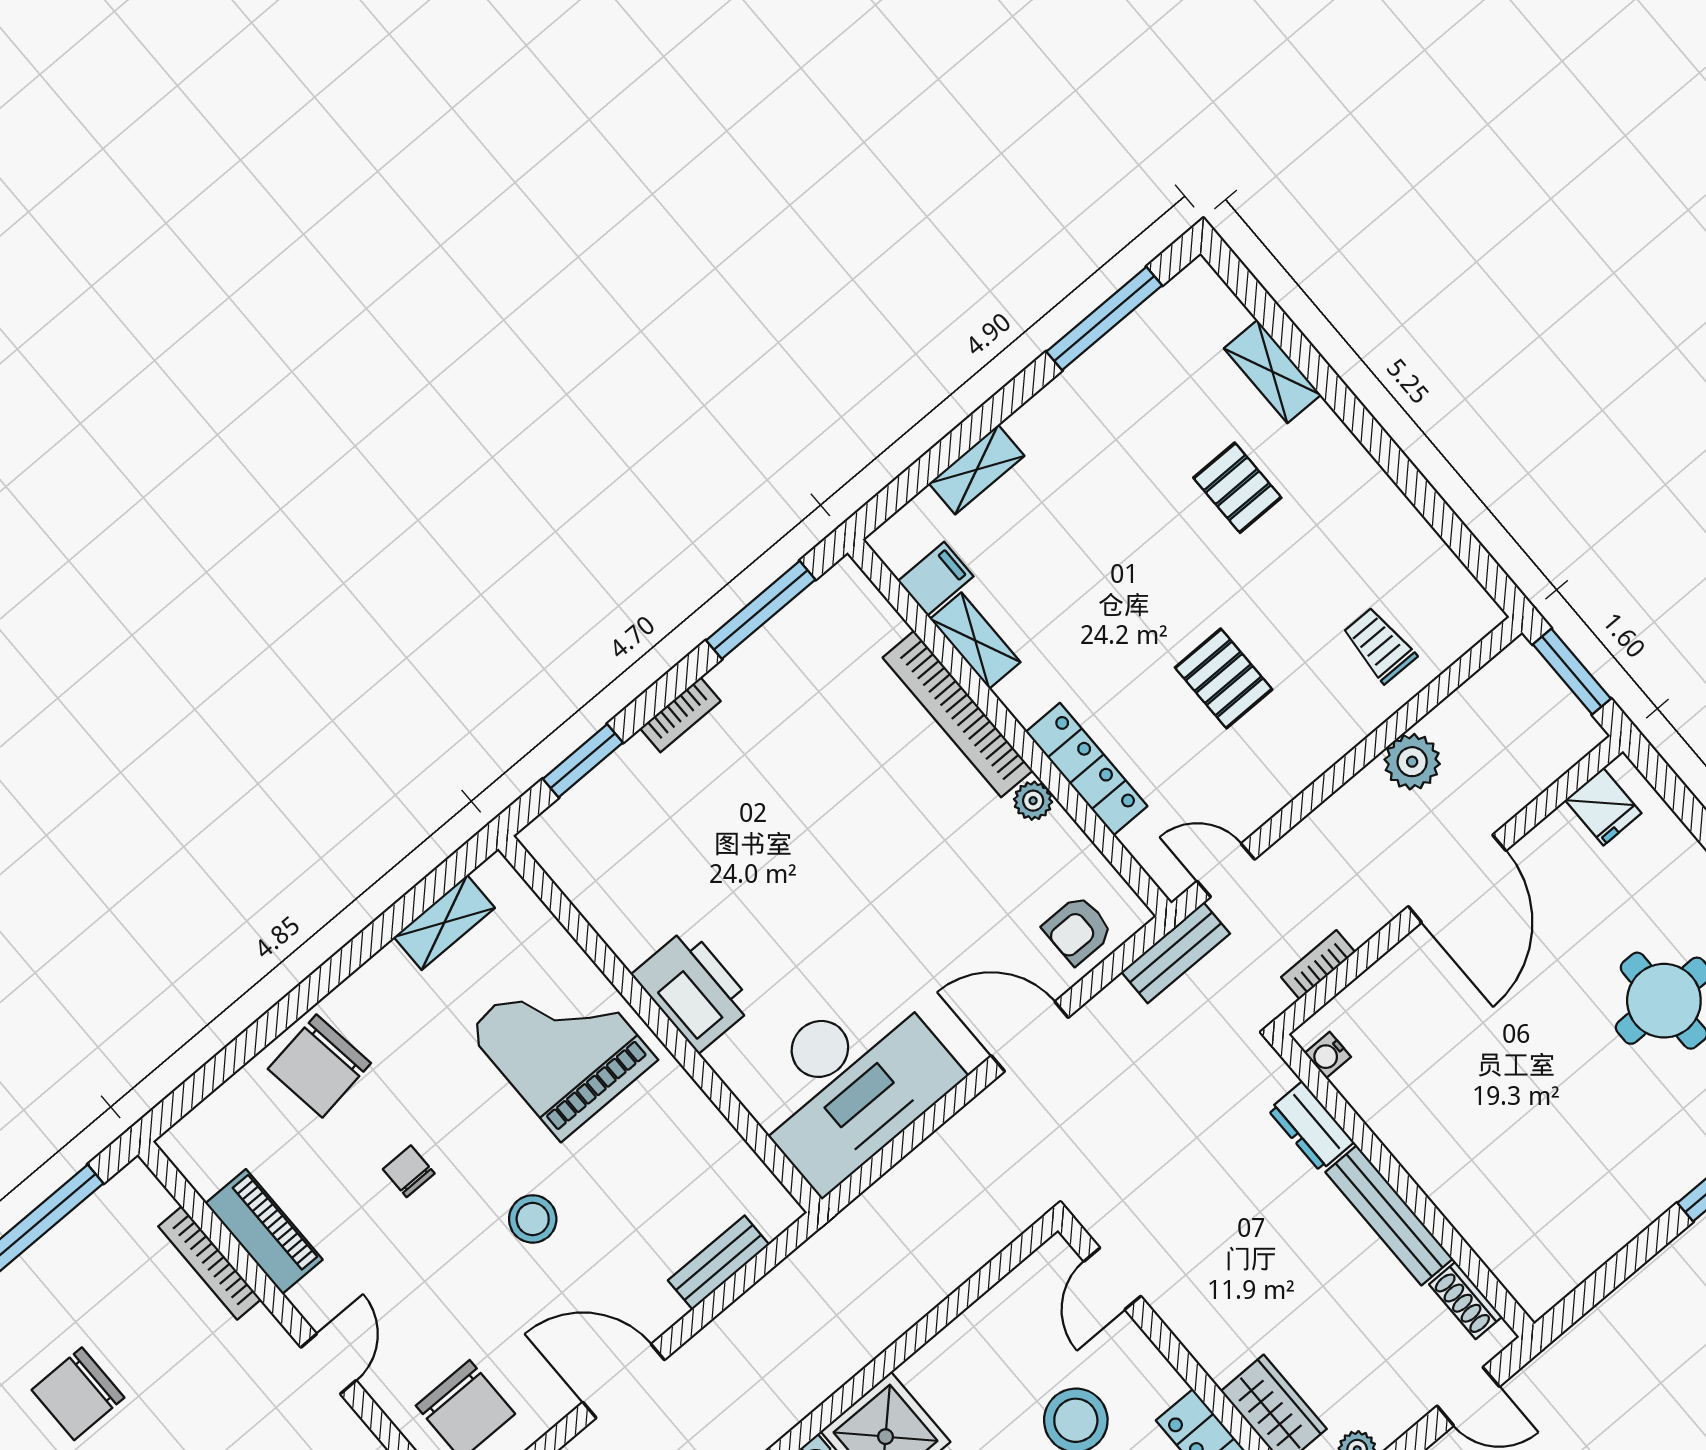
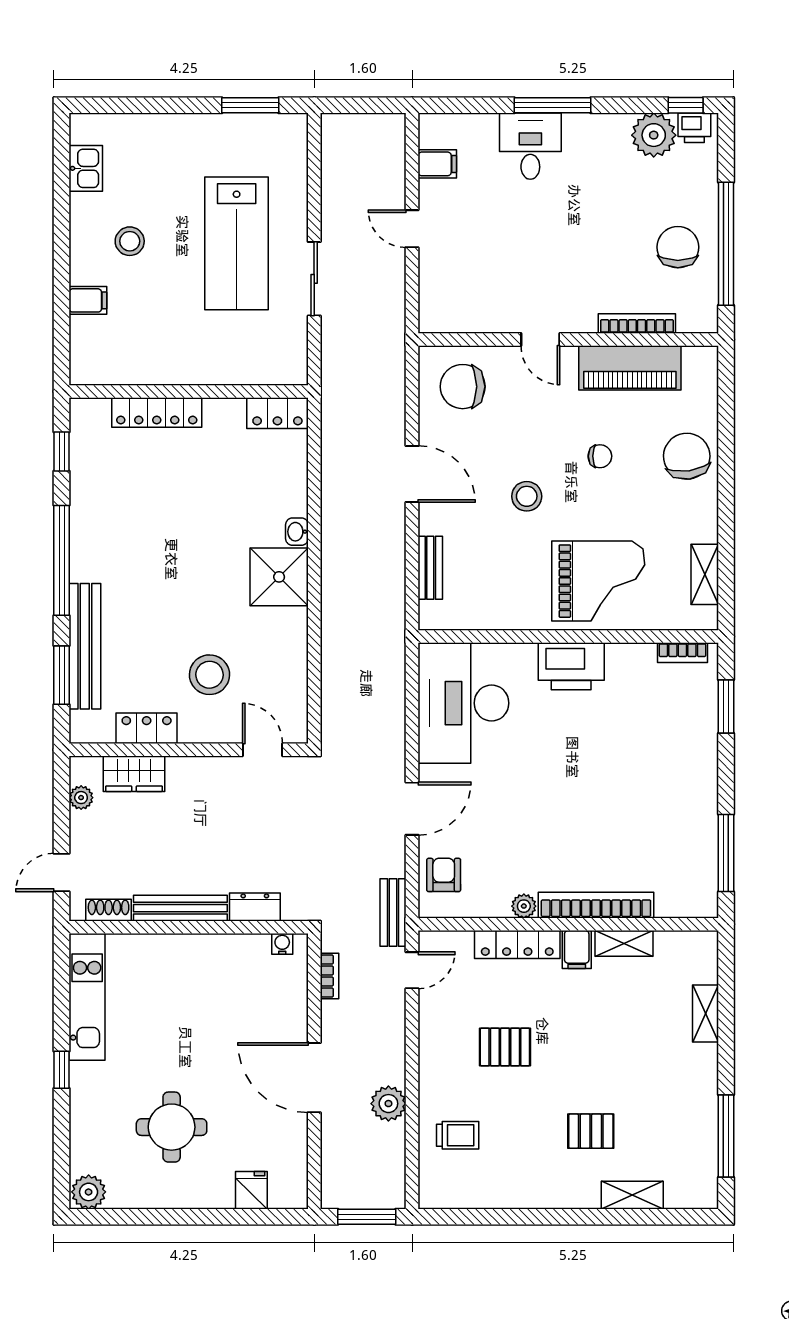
filing cabinet: (936, 579) -> (577, 950), moved
bookcase: (680, 715) -> (682, 653), moved, turned -90
fridge: (1603, 807) -> (251, 1190), moved, turned 90
piano: (264, 1232) -> (630, 368), width x1.37, depth x1.33
kitchen unit: (1593, 1237) -> (87, 997), added
door: (624, 1381) -> (412, 474), hinge flipped
chair: (78, 1394) -> (678, 247), moved

